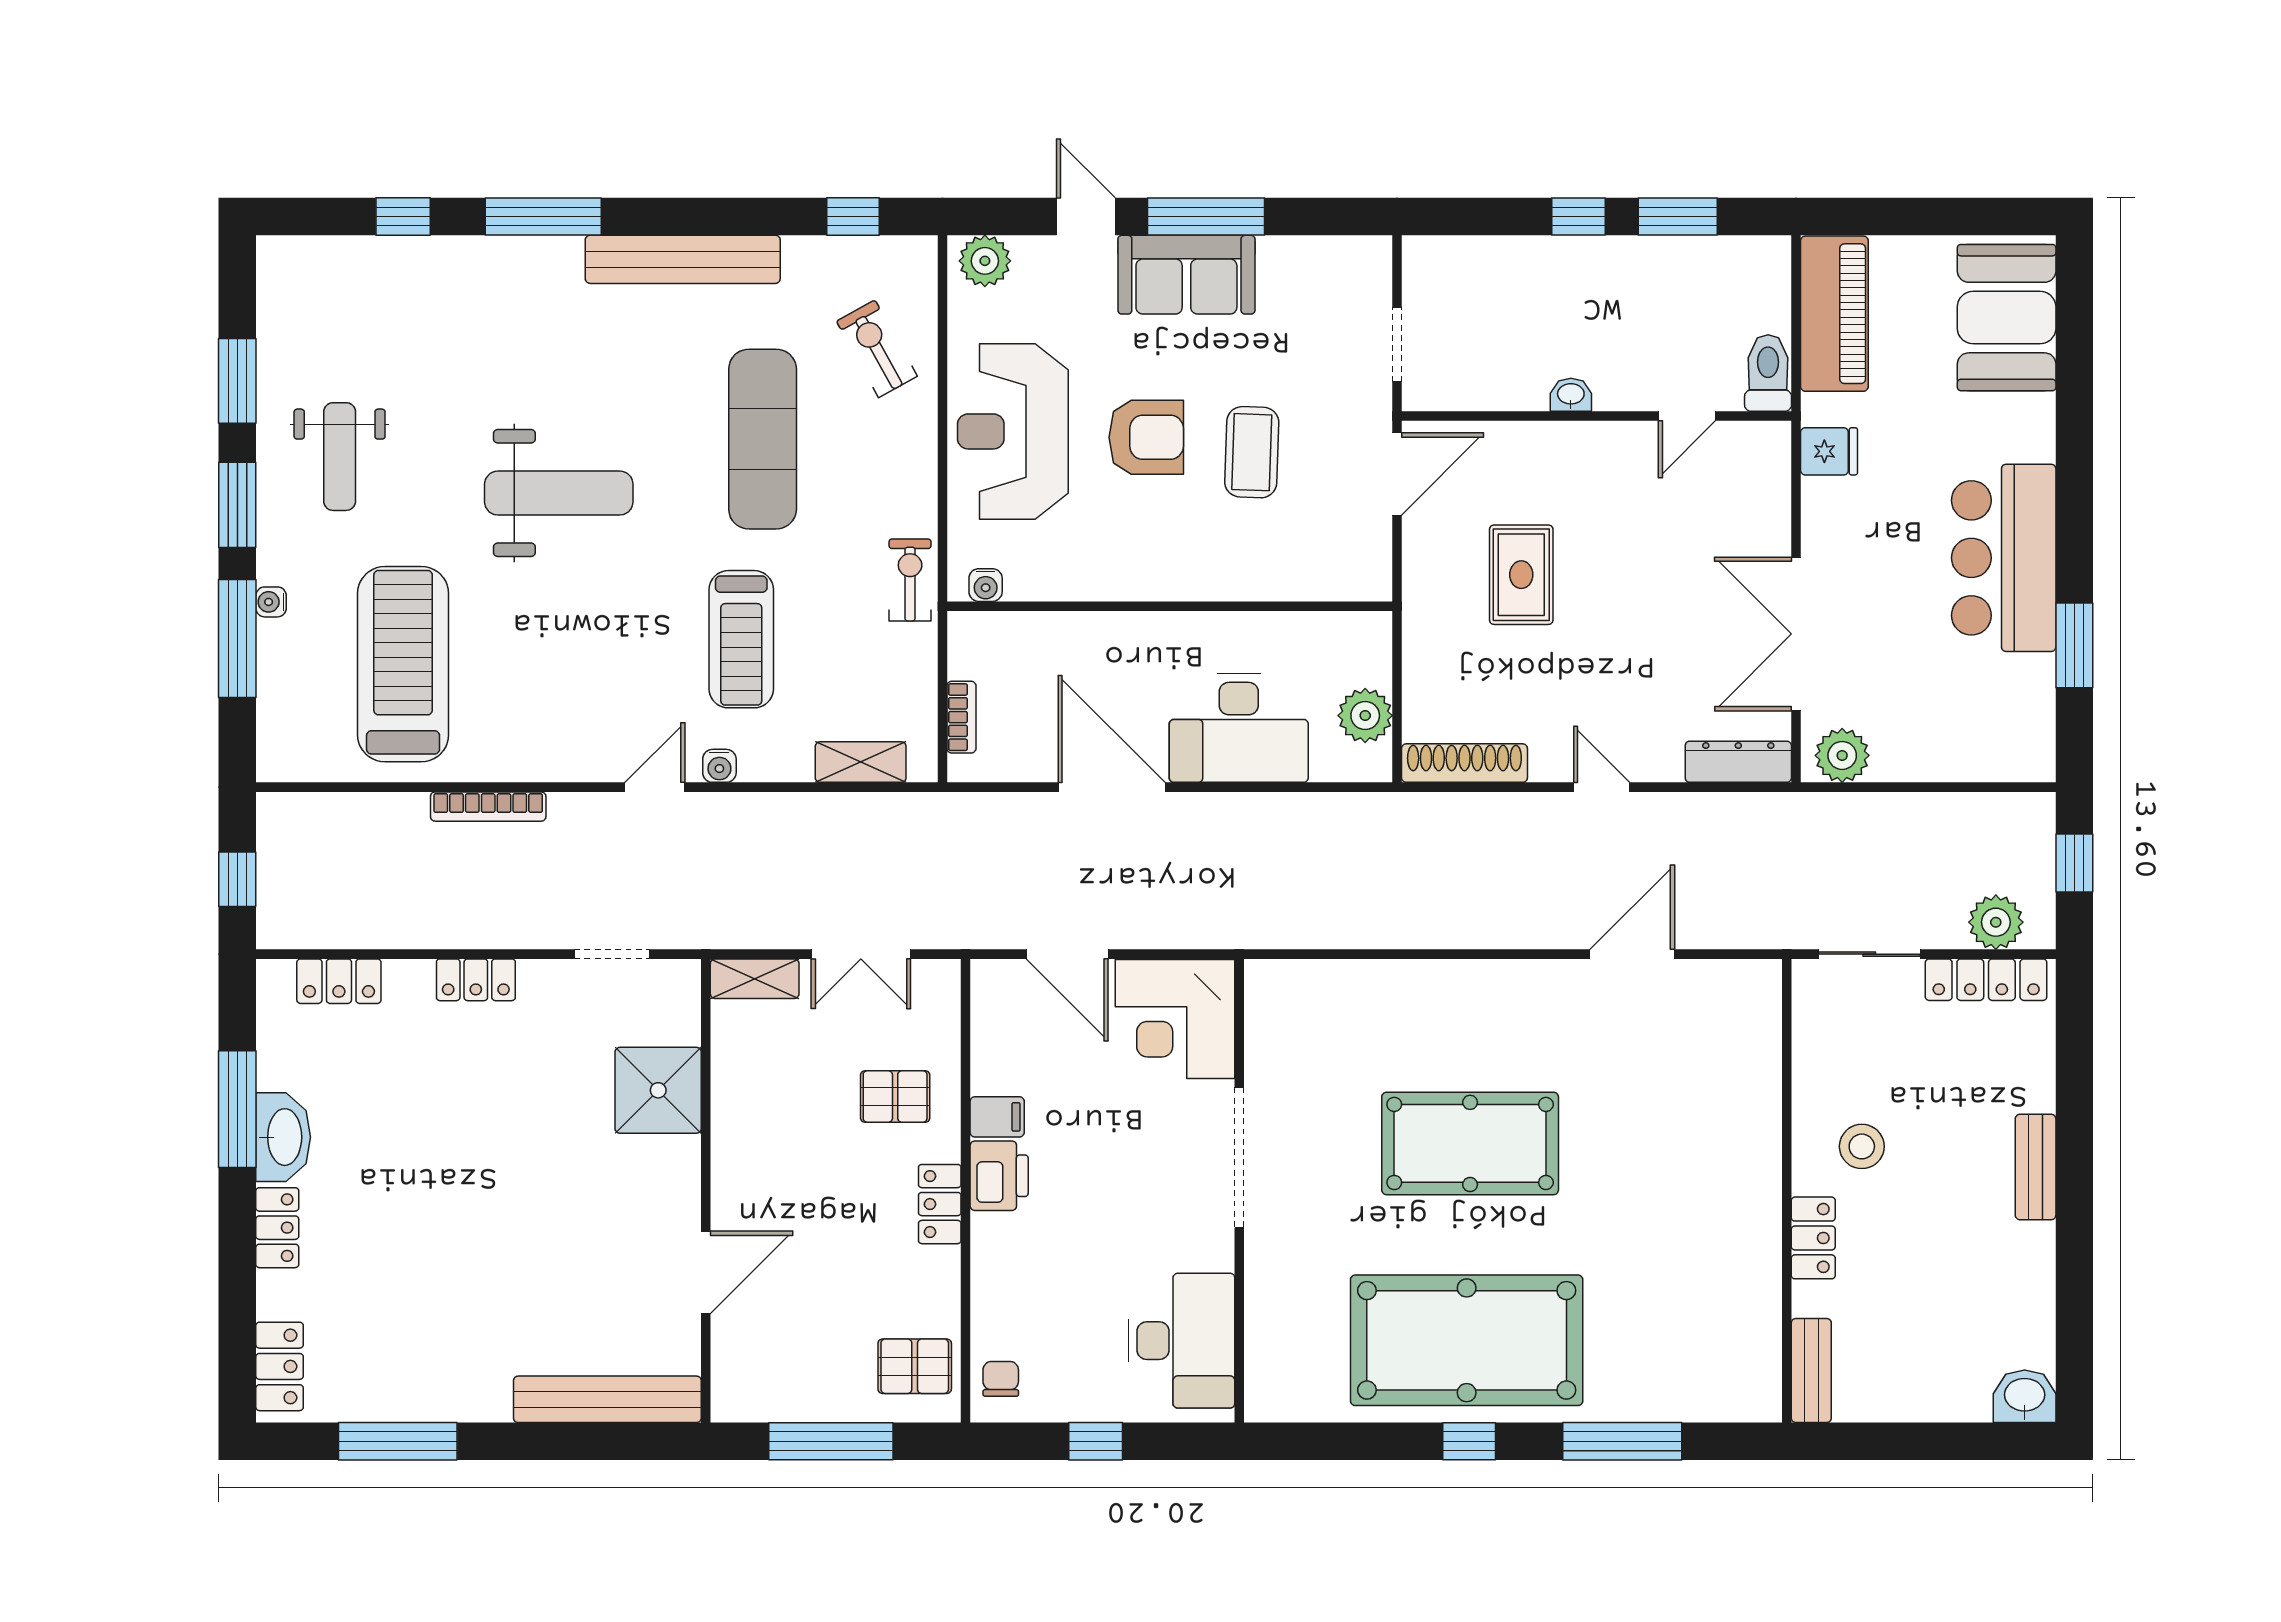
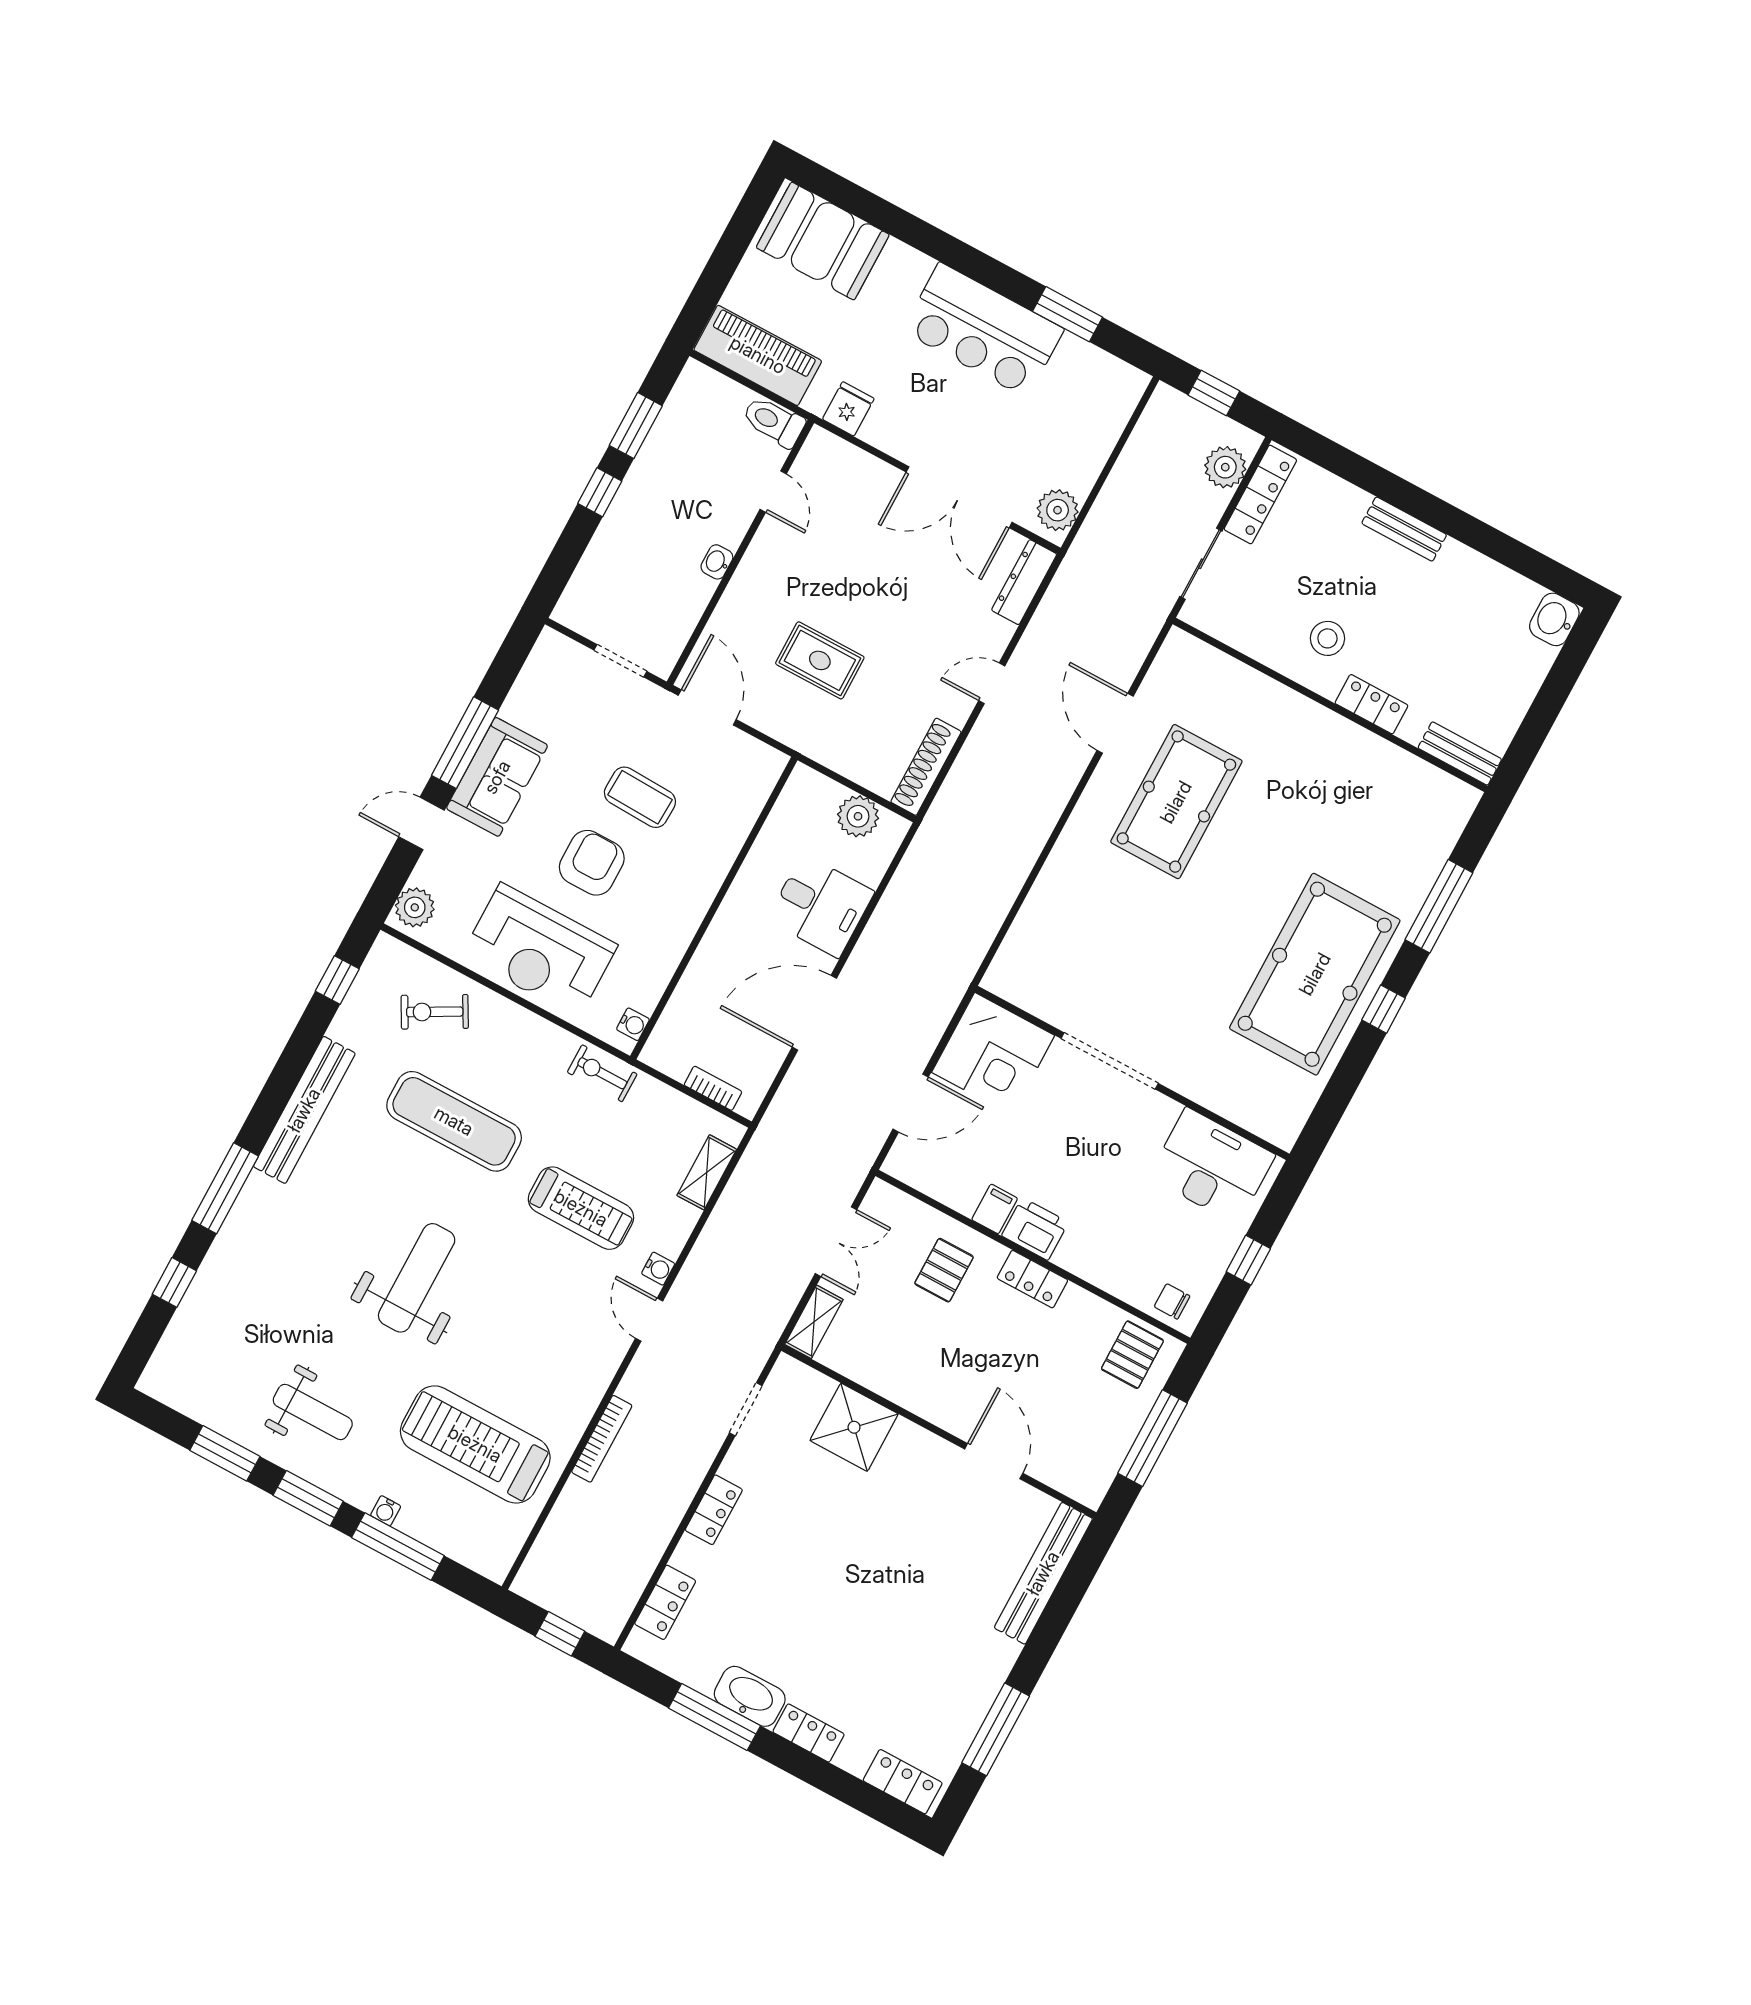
desk: (1239, 728) -> (821, 906), width x0.73
pool table: (1470, 1143) -> (1176, 802), moved

